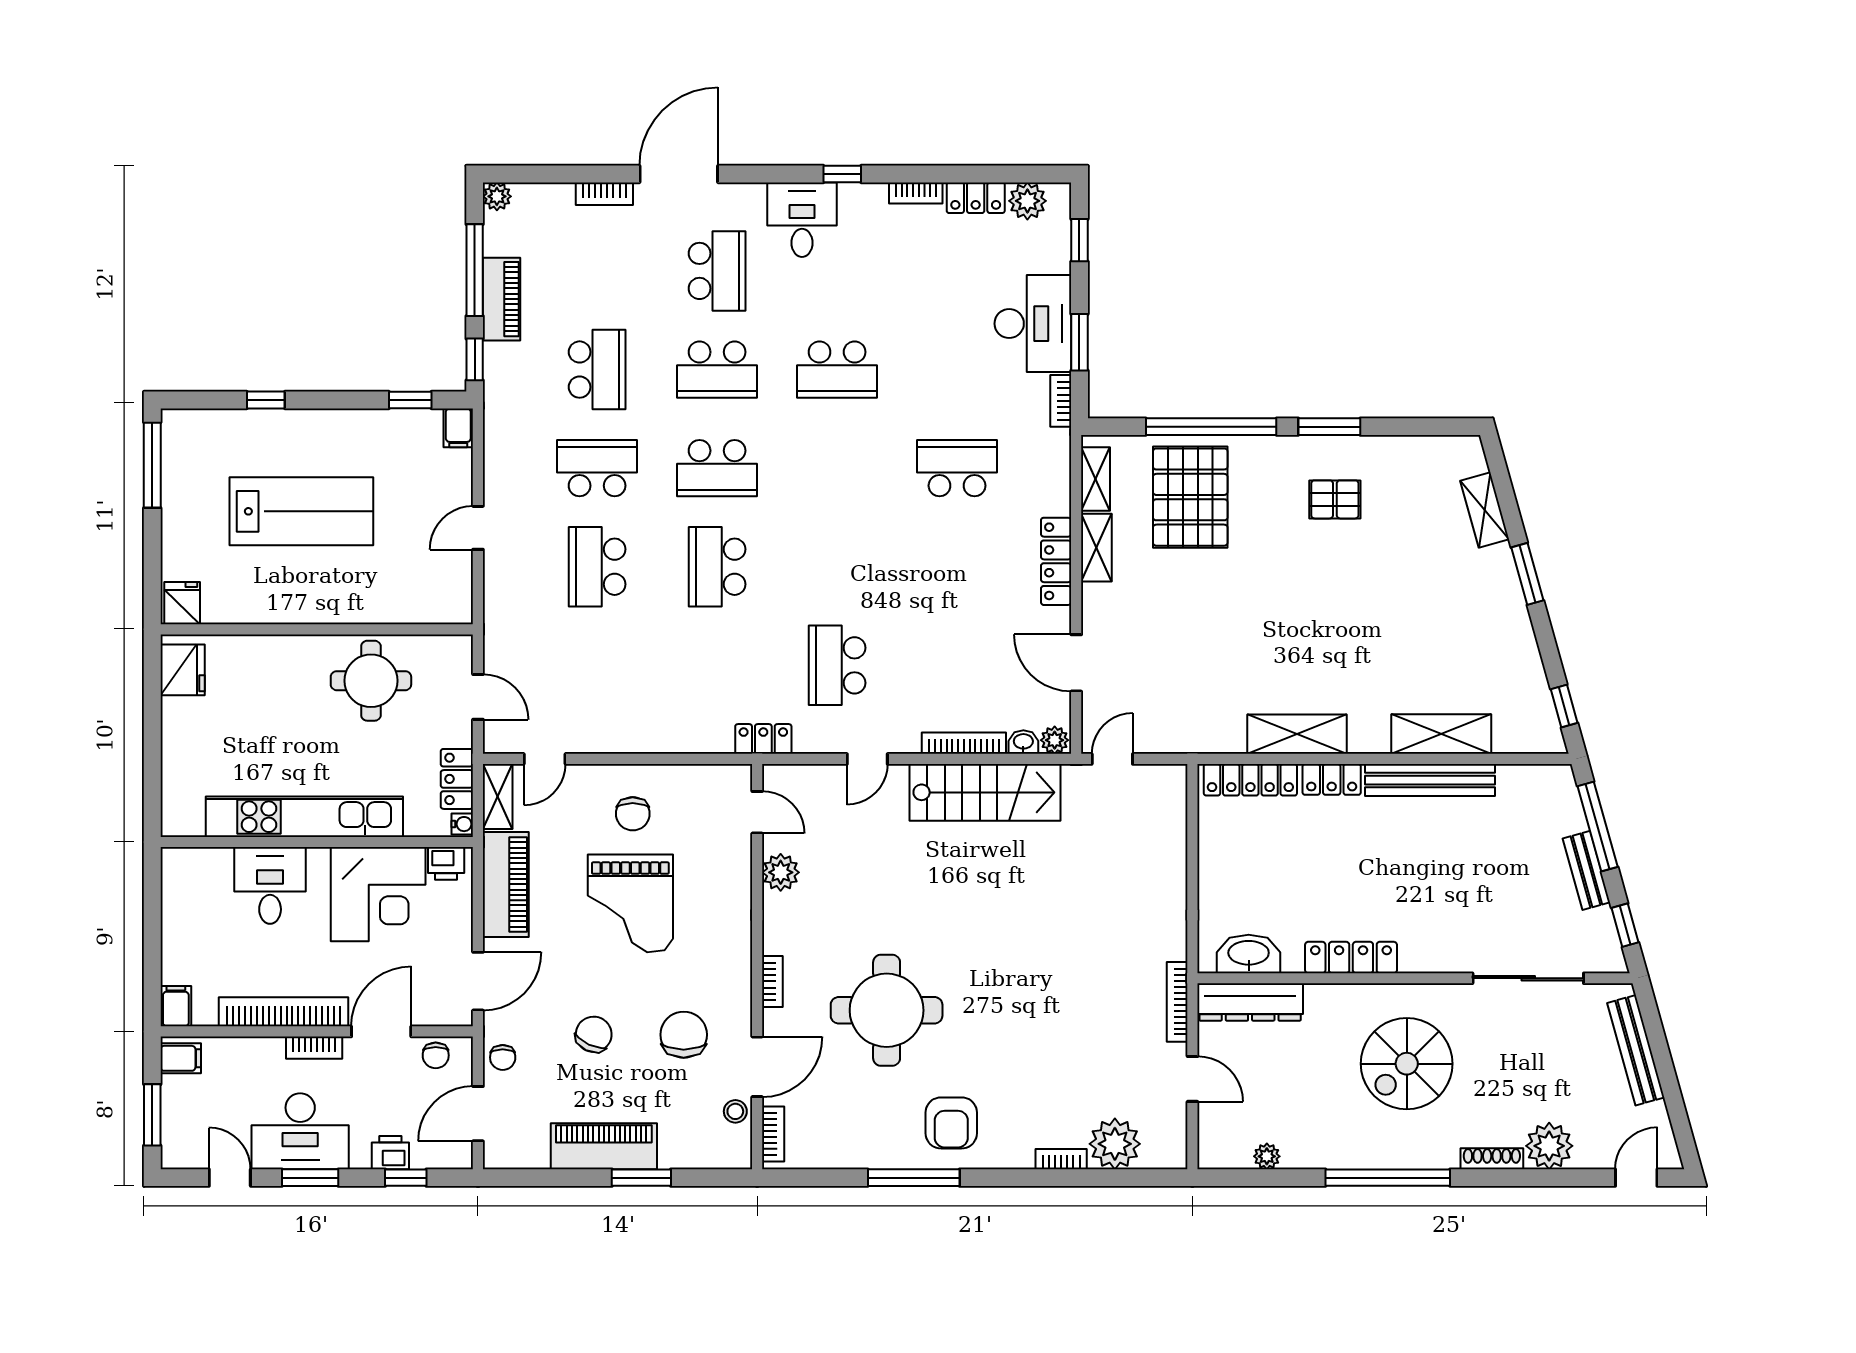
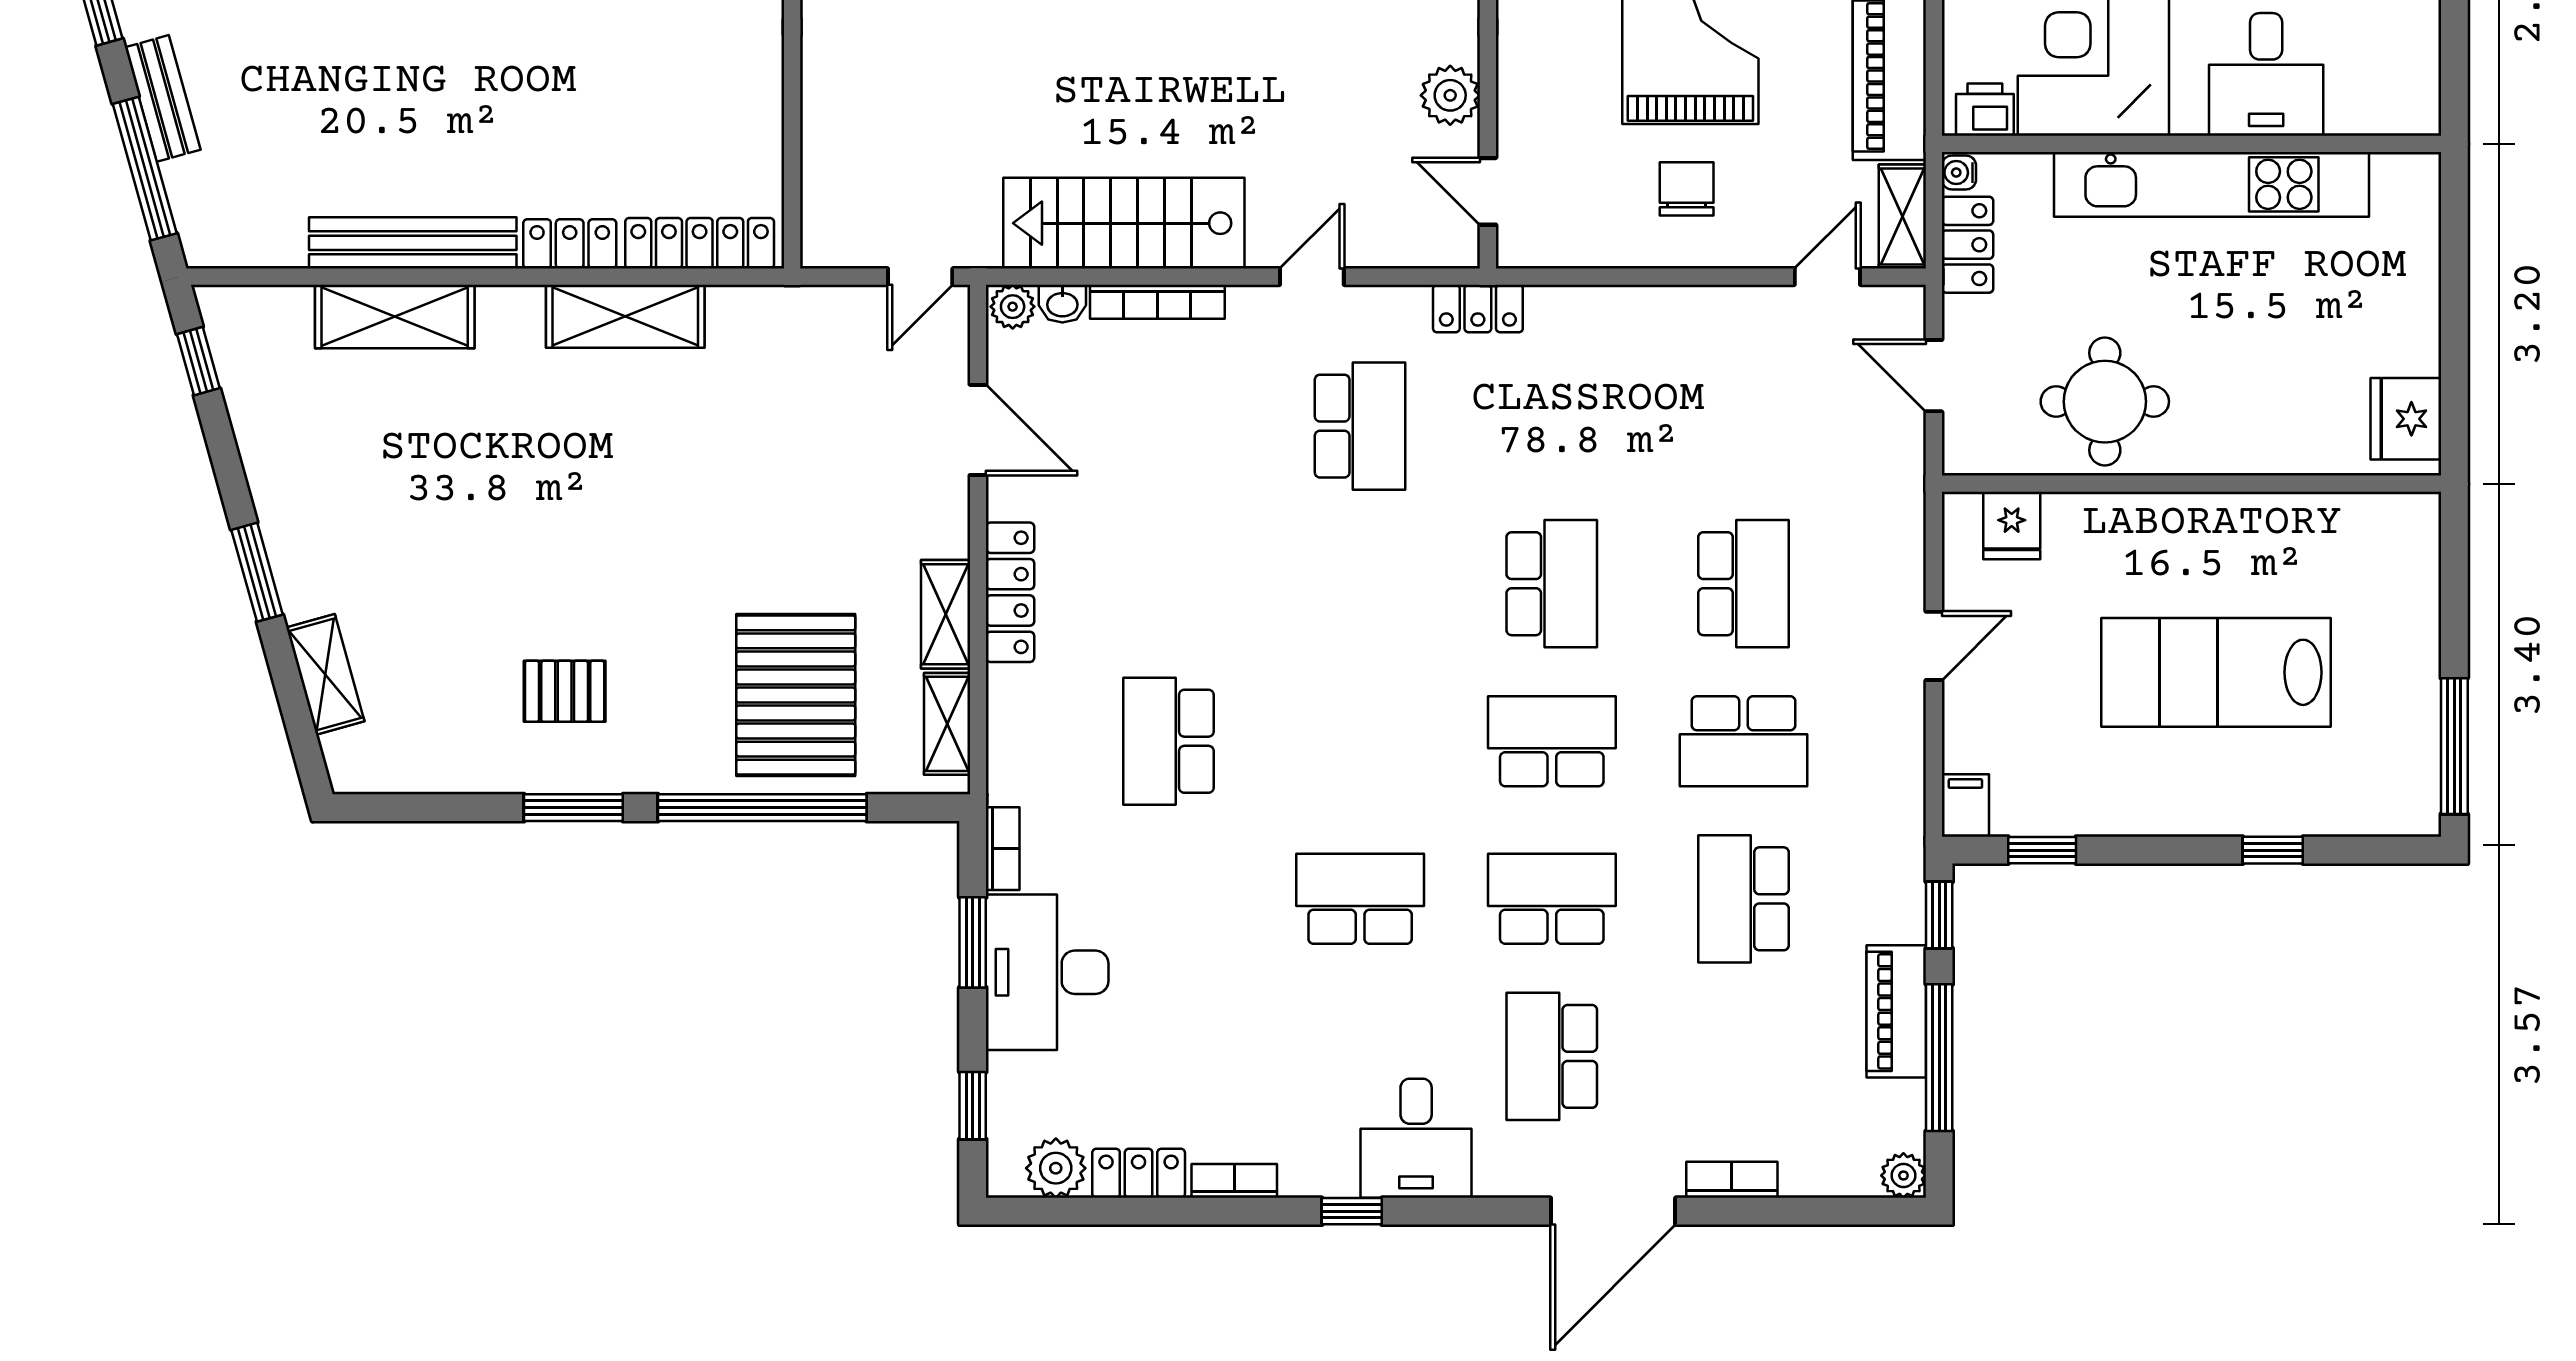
school desk: (957, 468) -> (1168, 741), turned 90
fridge: (182, 603) -> (2012, 526), moved

